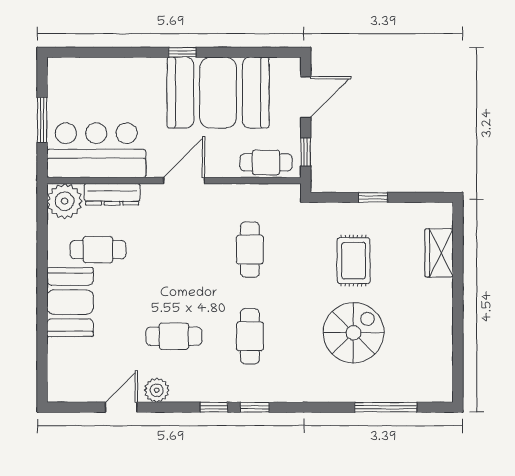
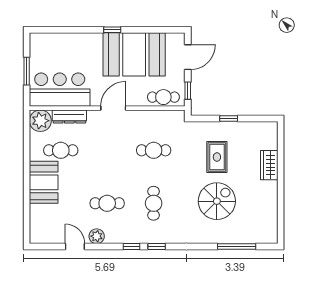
cafe table: (250, 250) -> (154, 150), turned 90
wardrobe: (439, 253) -> (269, 165), moved
door: (121, 407) -> (75, 247), hinge flipped

